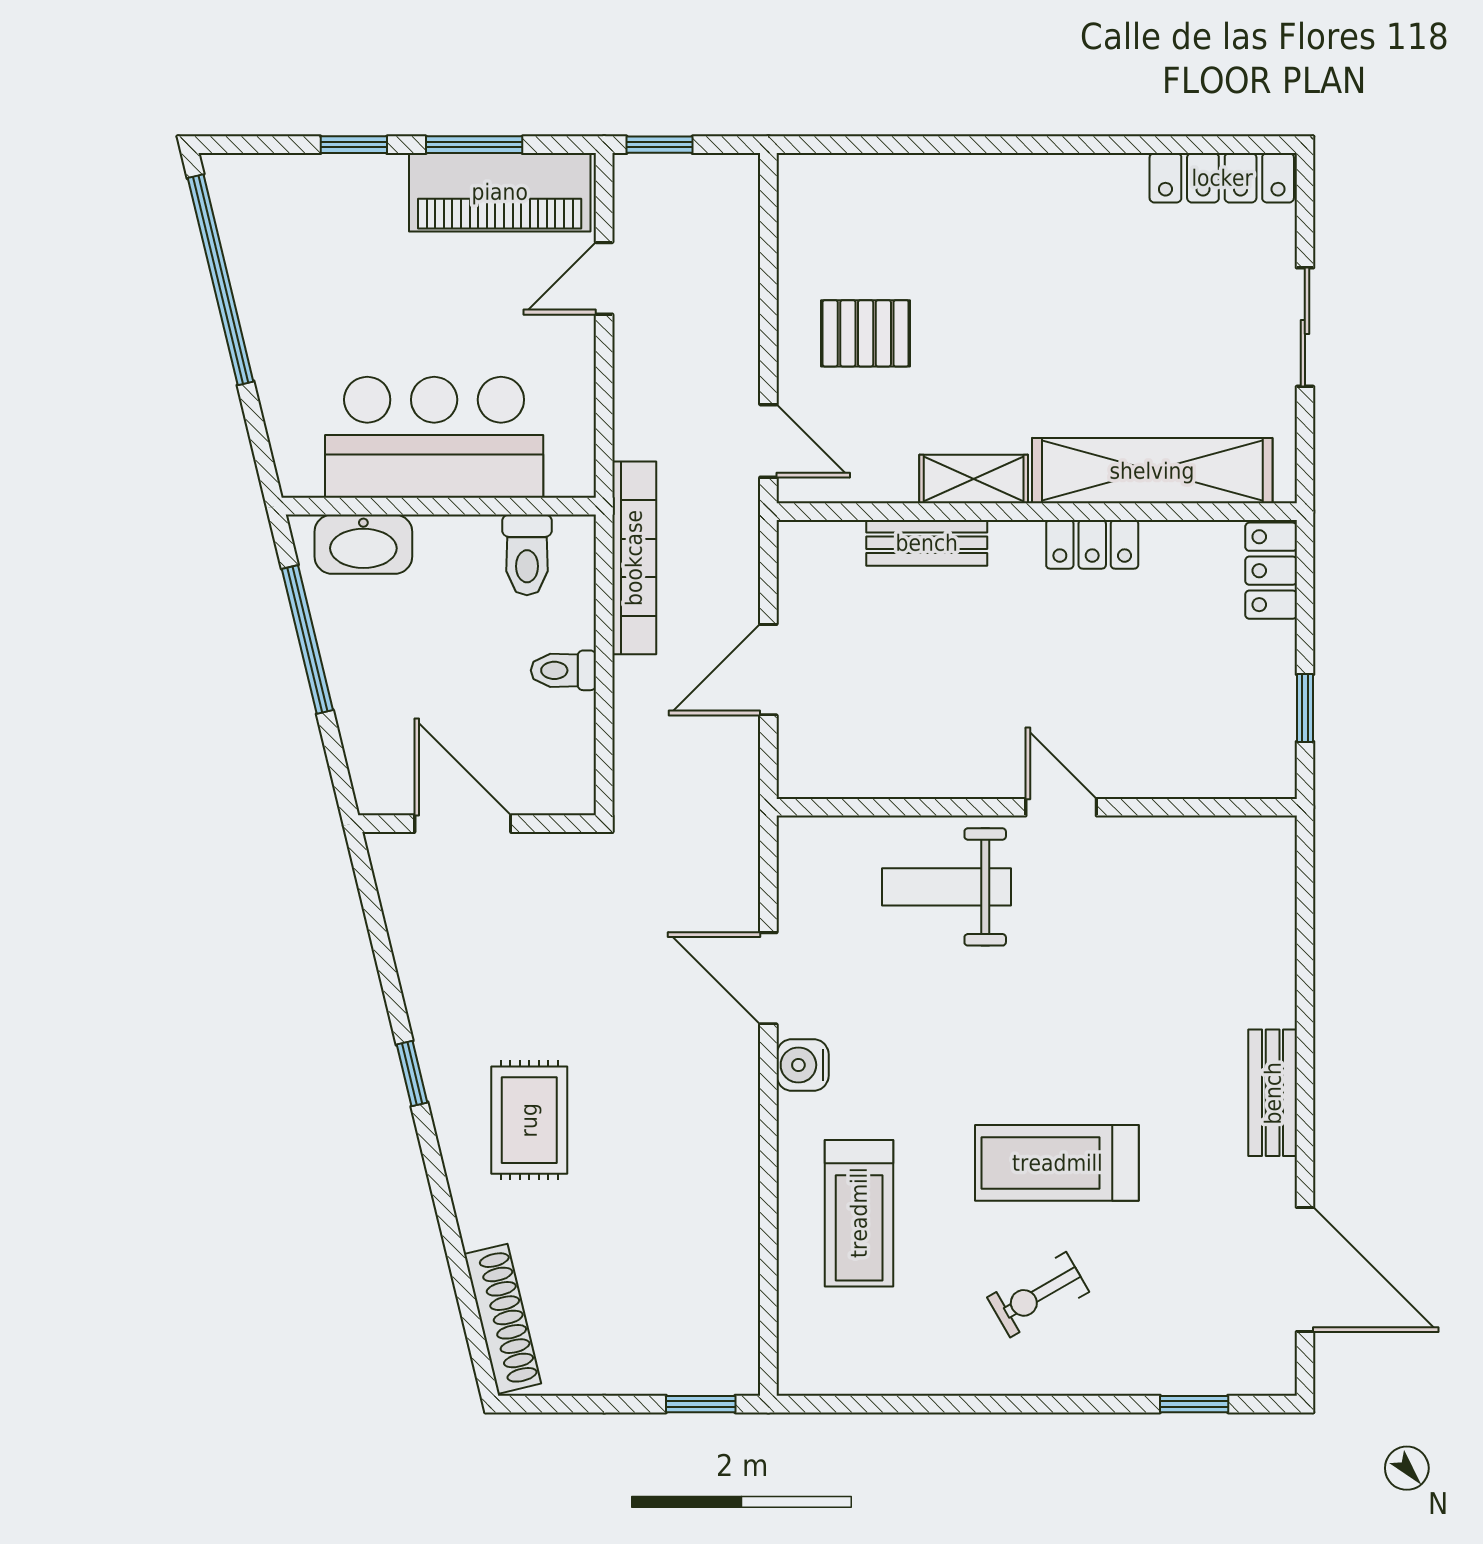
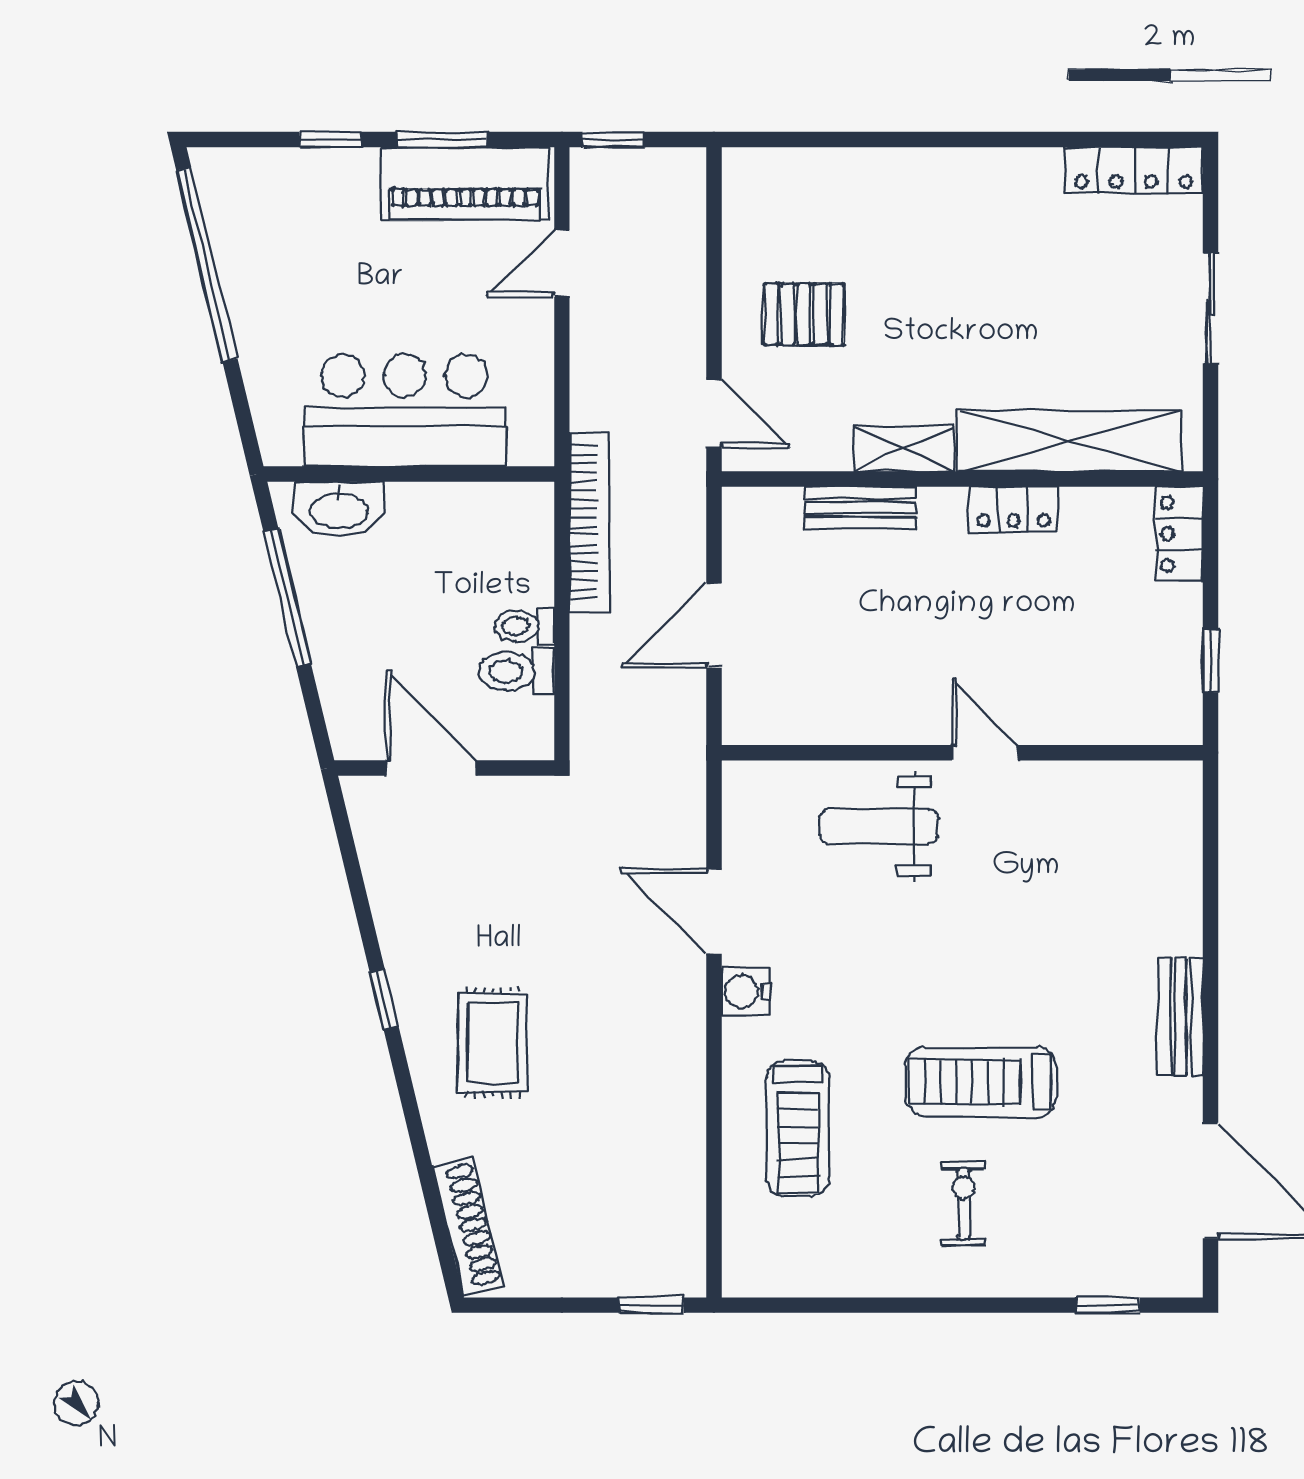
toilet: (527, 555) -> (517, 671), moved, turned 90
exercise bike: (1038, 1295) -> (964, 1204), turned 120

